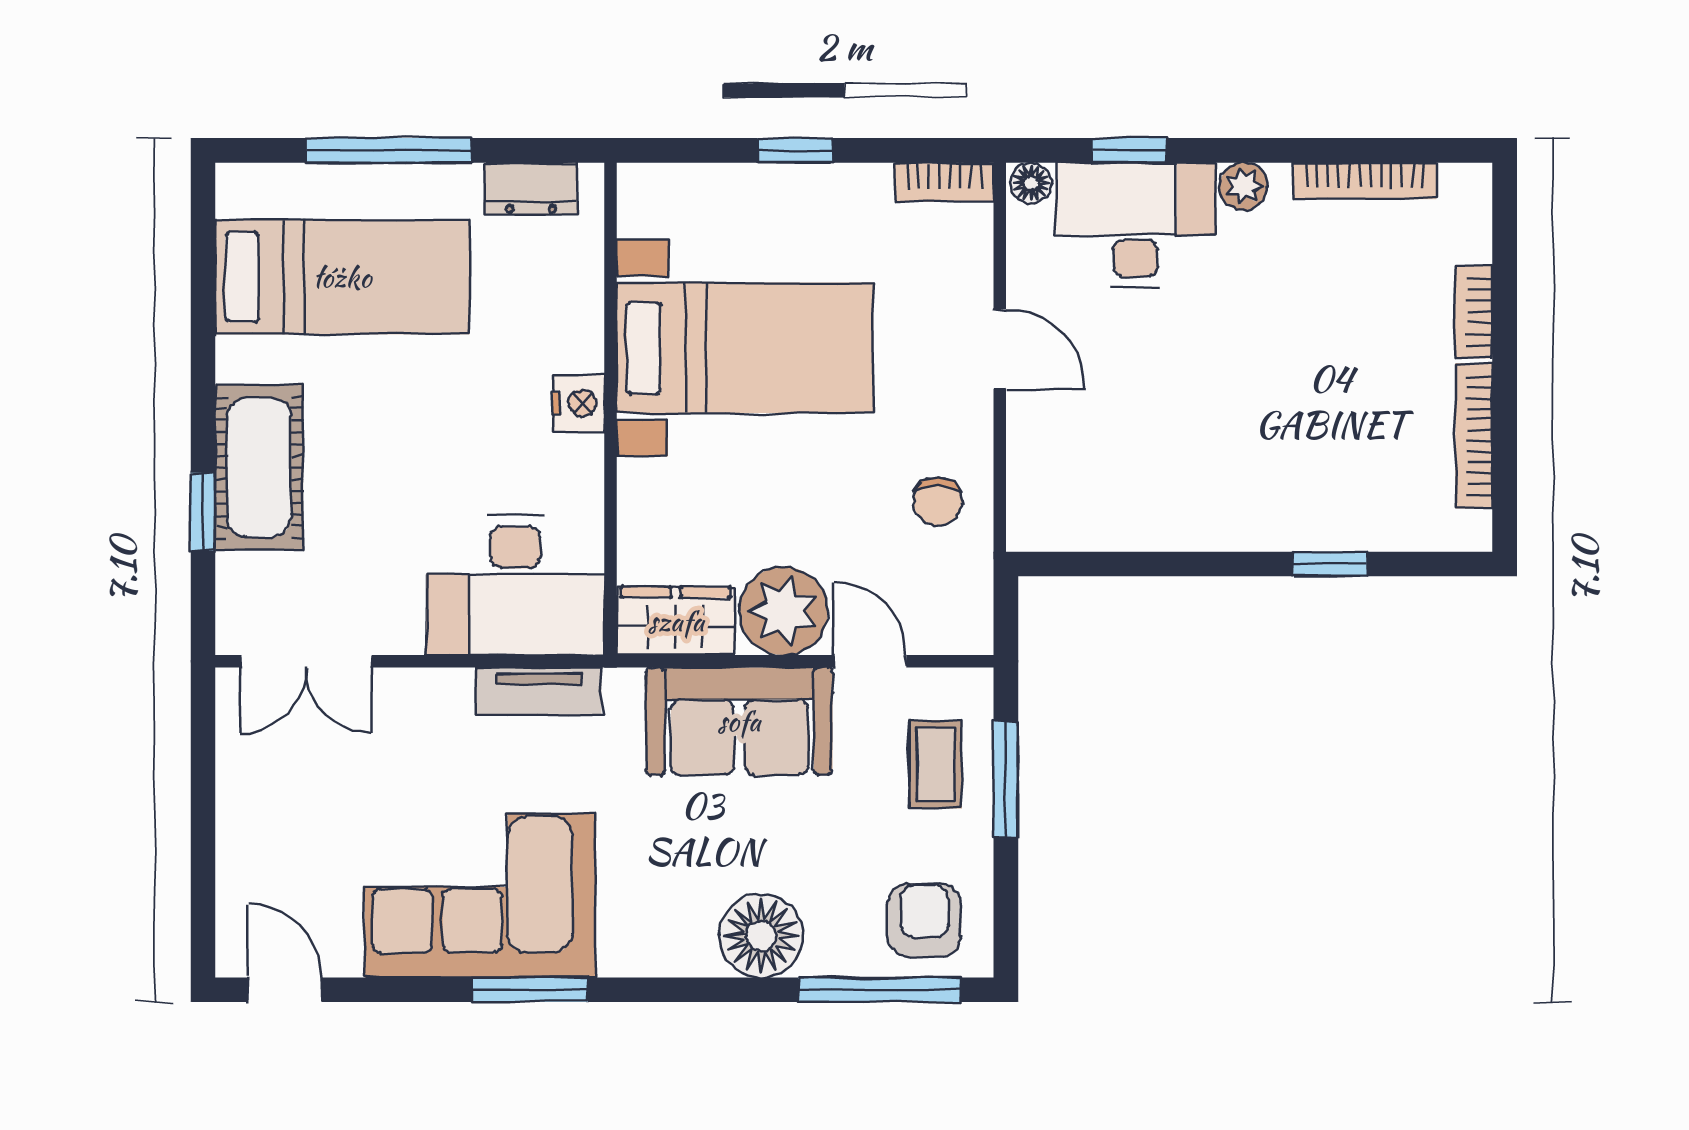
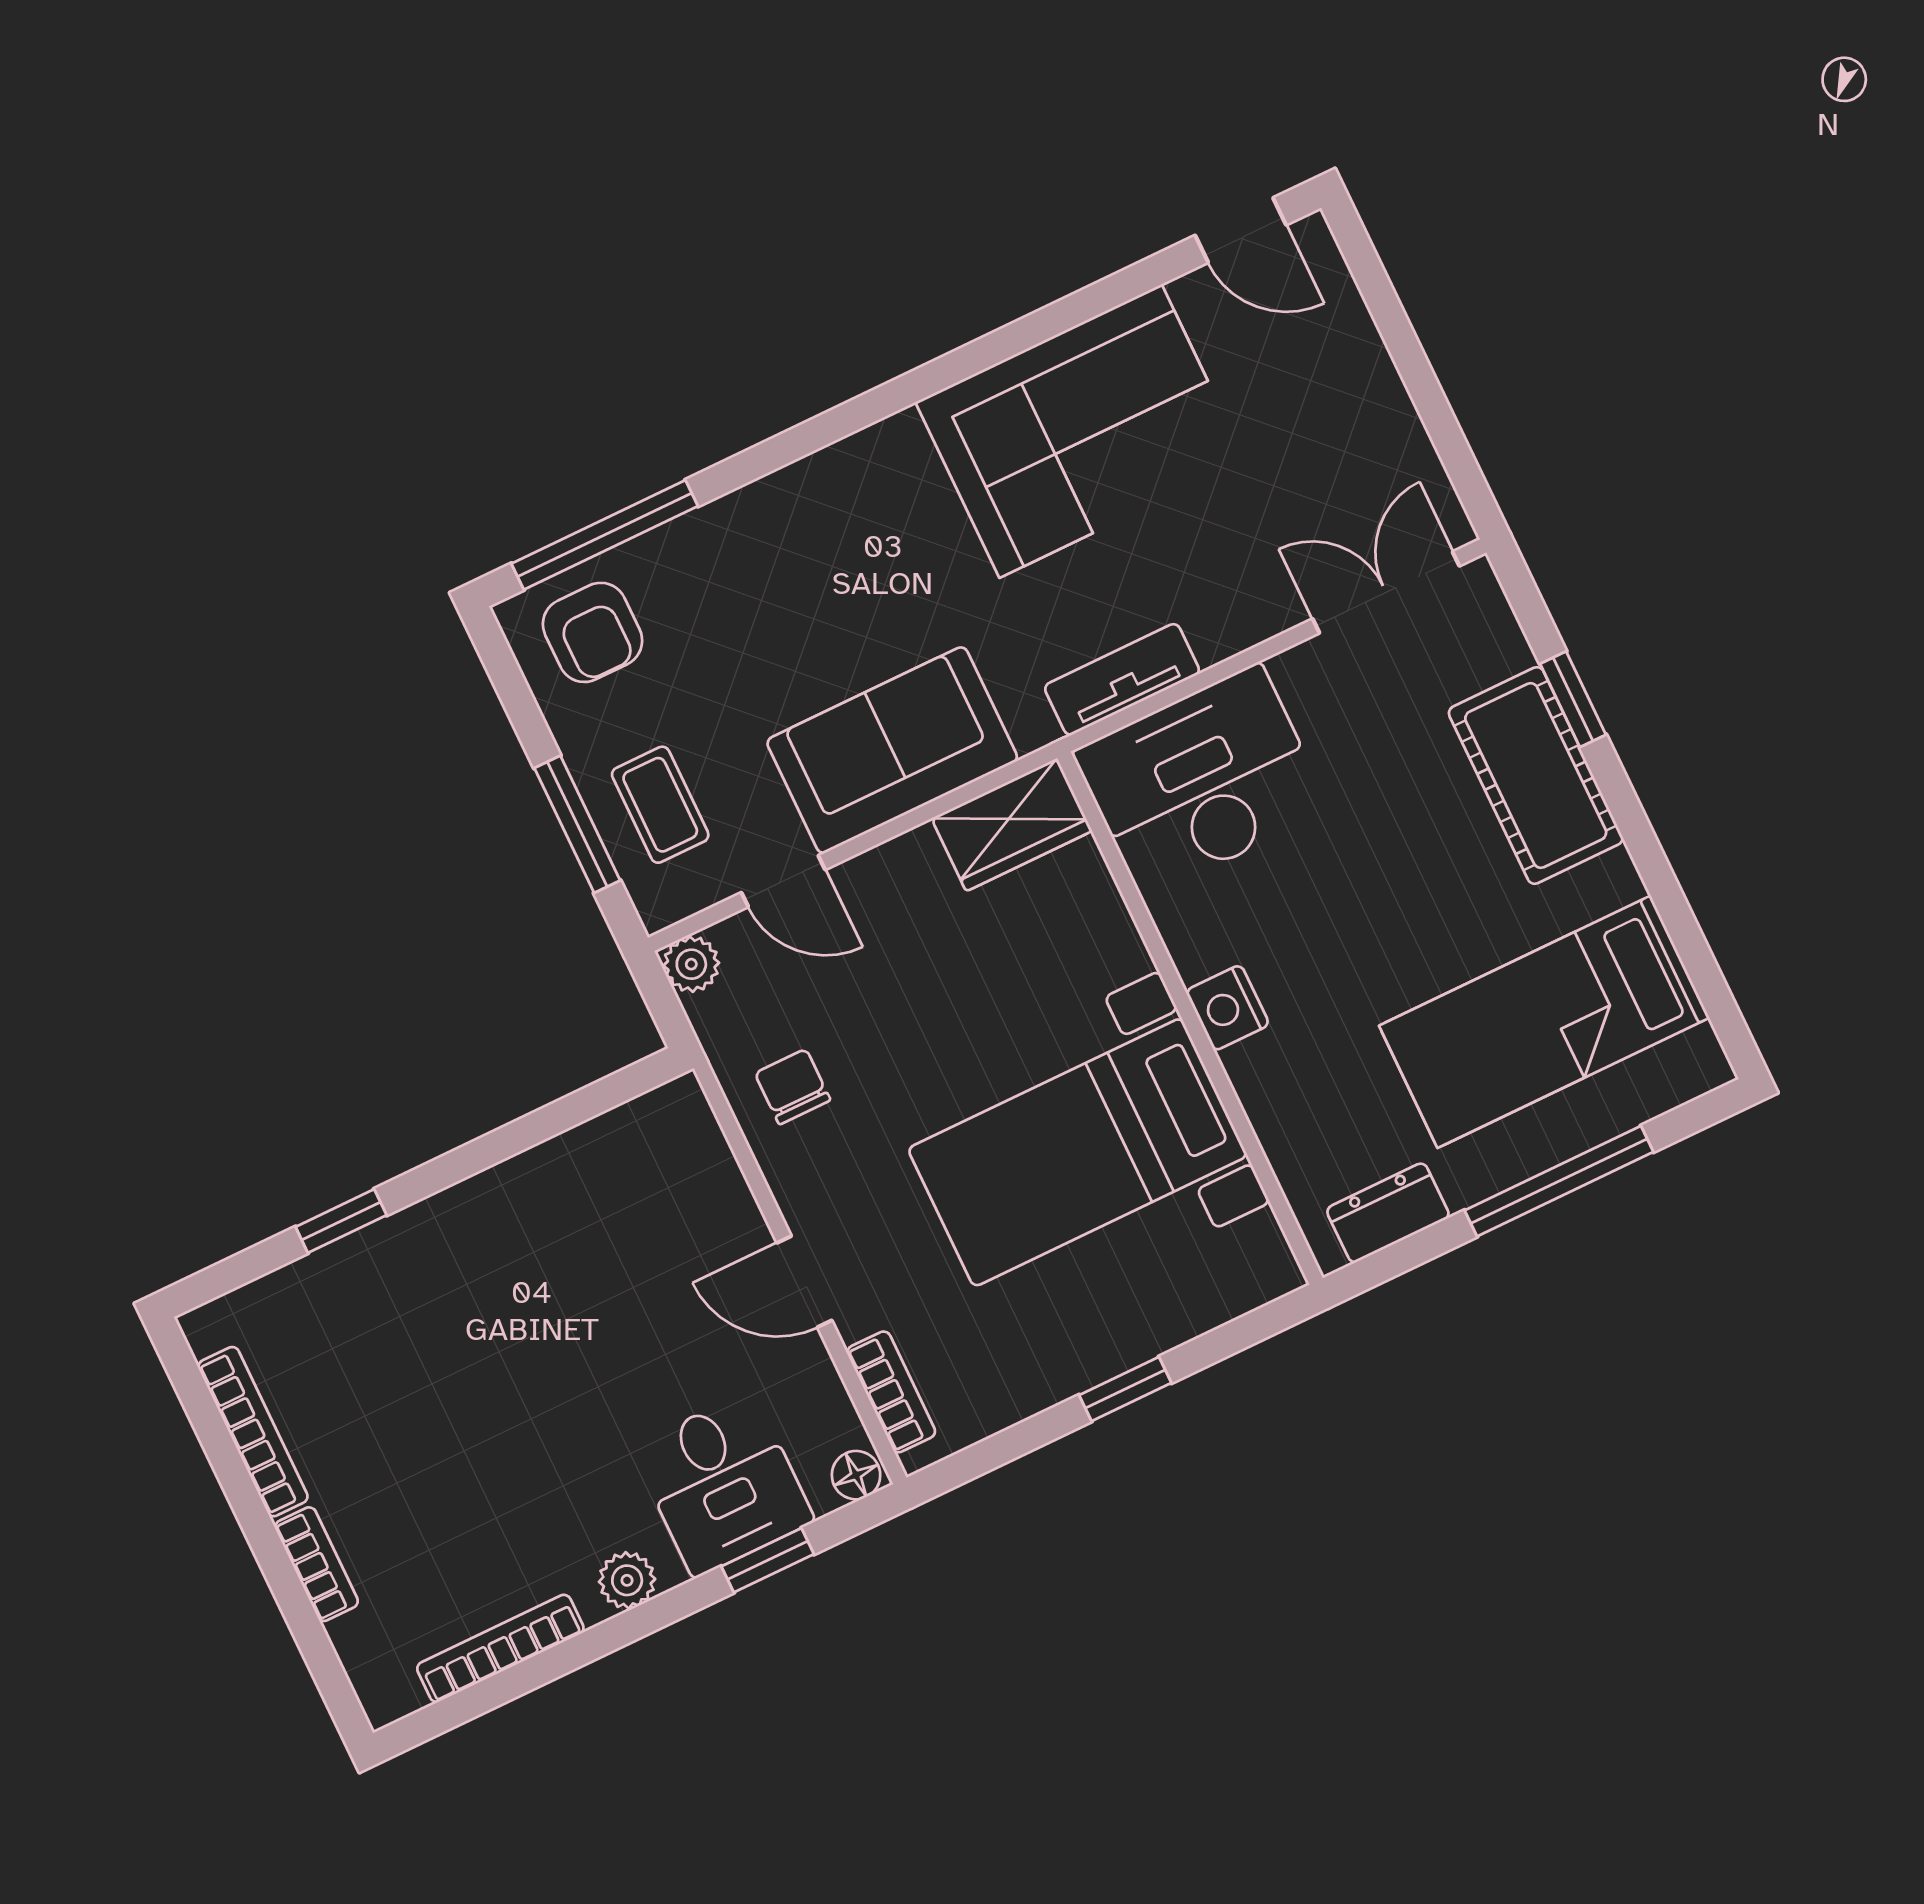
bookcase: (944, 182) -> (891, 1392), moved, turned 90
desk: (1136, 225) -> (723, 1484), width x0.73
plant: (784, 611) -> (691, 964), moved, width x0.53, depth x0.53
floor lamp: (761, 936) -> (759, 532), removed
window: (530, 990) -> (978, 356), removed

